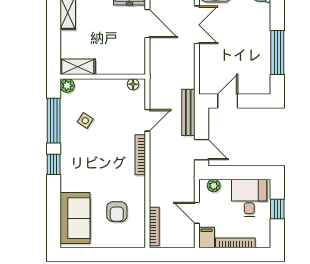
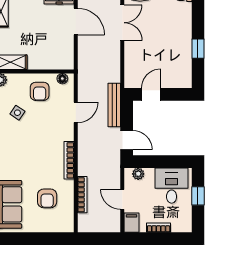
window: (277, 52) -> (198, 49), width x0.46
armchair: (109, 98) -> (40, 91), added
bookcase: (140, 155) -> (69, 160), moved
bookcase: (154, 226) -> (82, 195), moved
bookcase: (235, 243) -> (159, 228), width x0.64

